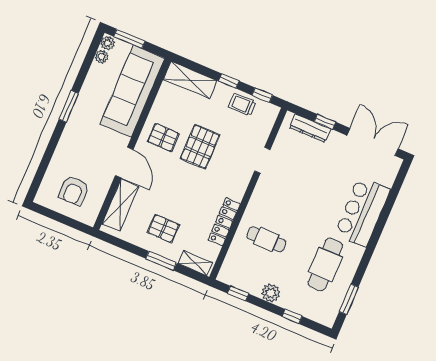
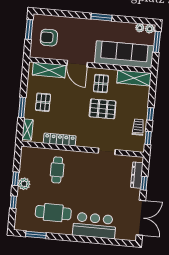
shelving: (190, 80) -> (134, 78), moved, turned 90
door: (124, 162) -> (77, 64), hinge flipped
window: (53, 215) -> (29, 29), added
window: (238, 293) -> (16, 179), moved

